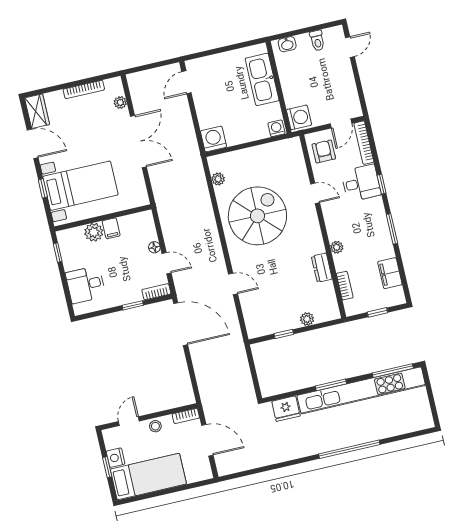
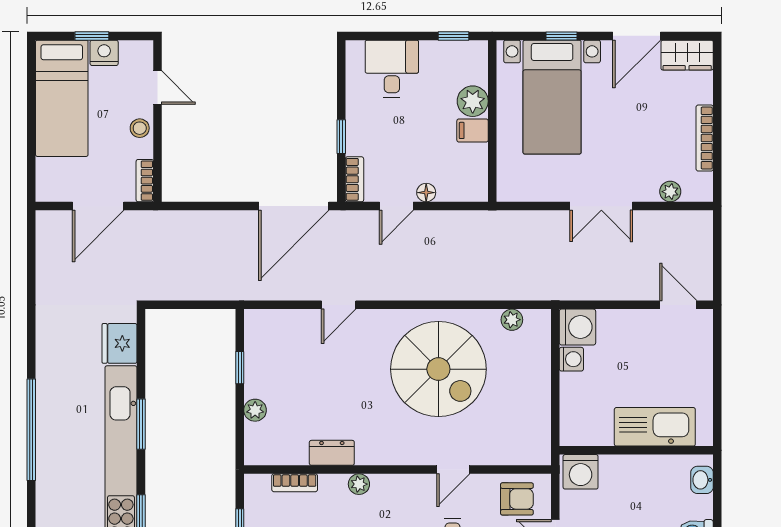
washing machine: (276, 128) -> (571, 359), moved
double door: (138, 141) -> (601, 206), width x0.73

